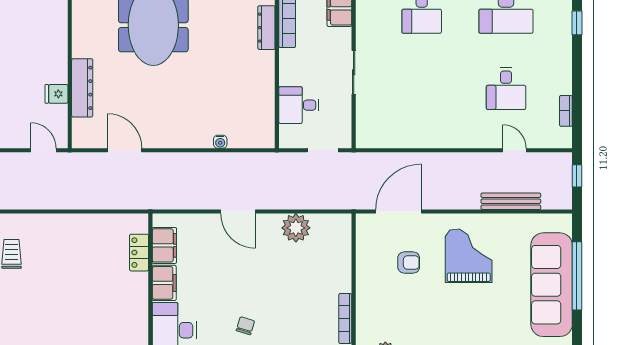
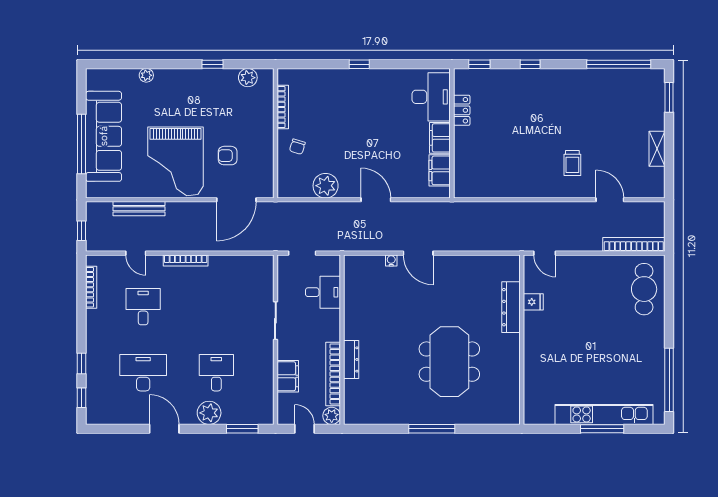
bookcase: (566, 111) -> (91, 287), width x1.56
bookcase: (457, 142) -> (186, 260), added
door: (125, 150) -> (418, 253), moved
locker: (139, 253) -> (462, 110), moved
grand piano: (469, 256) -> (176, 161), width x1.37, depth x1.48
chair: (245, 326) -> (297, 147), moved

